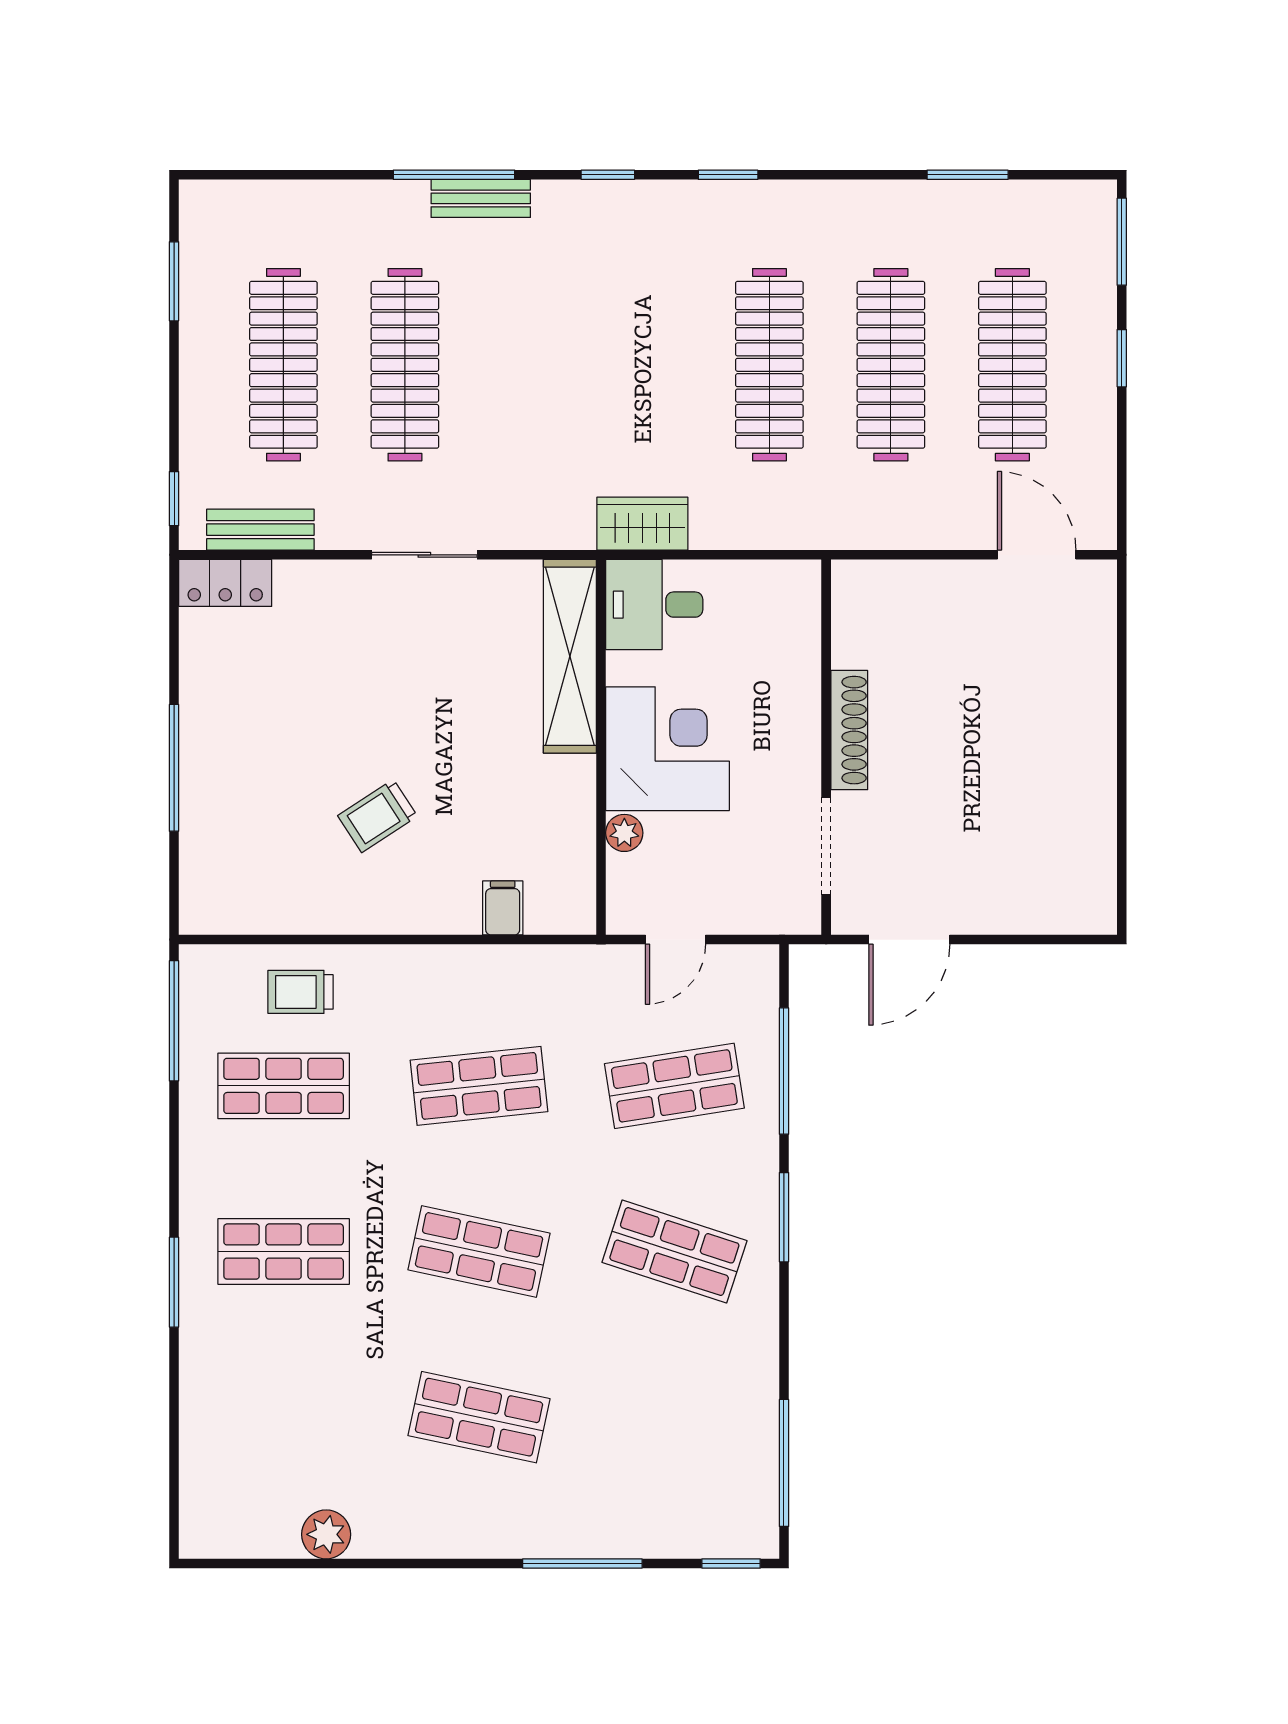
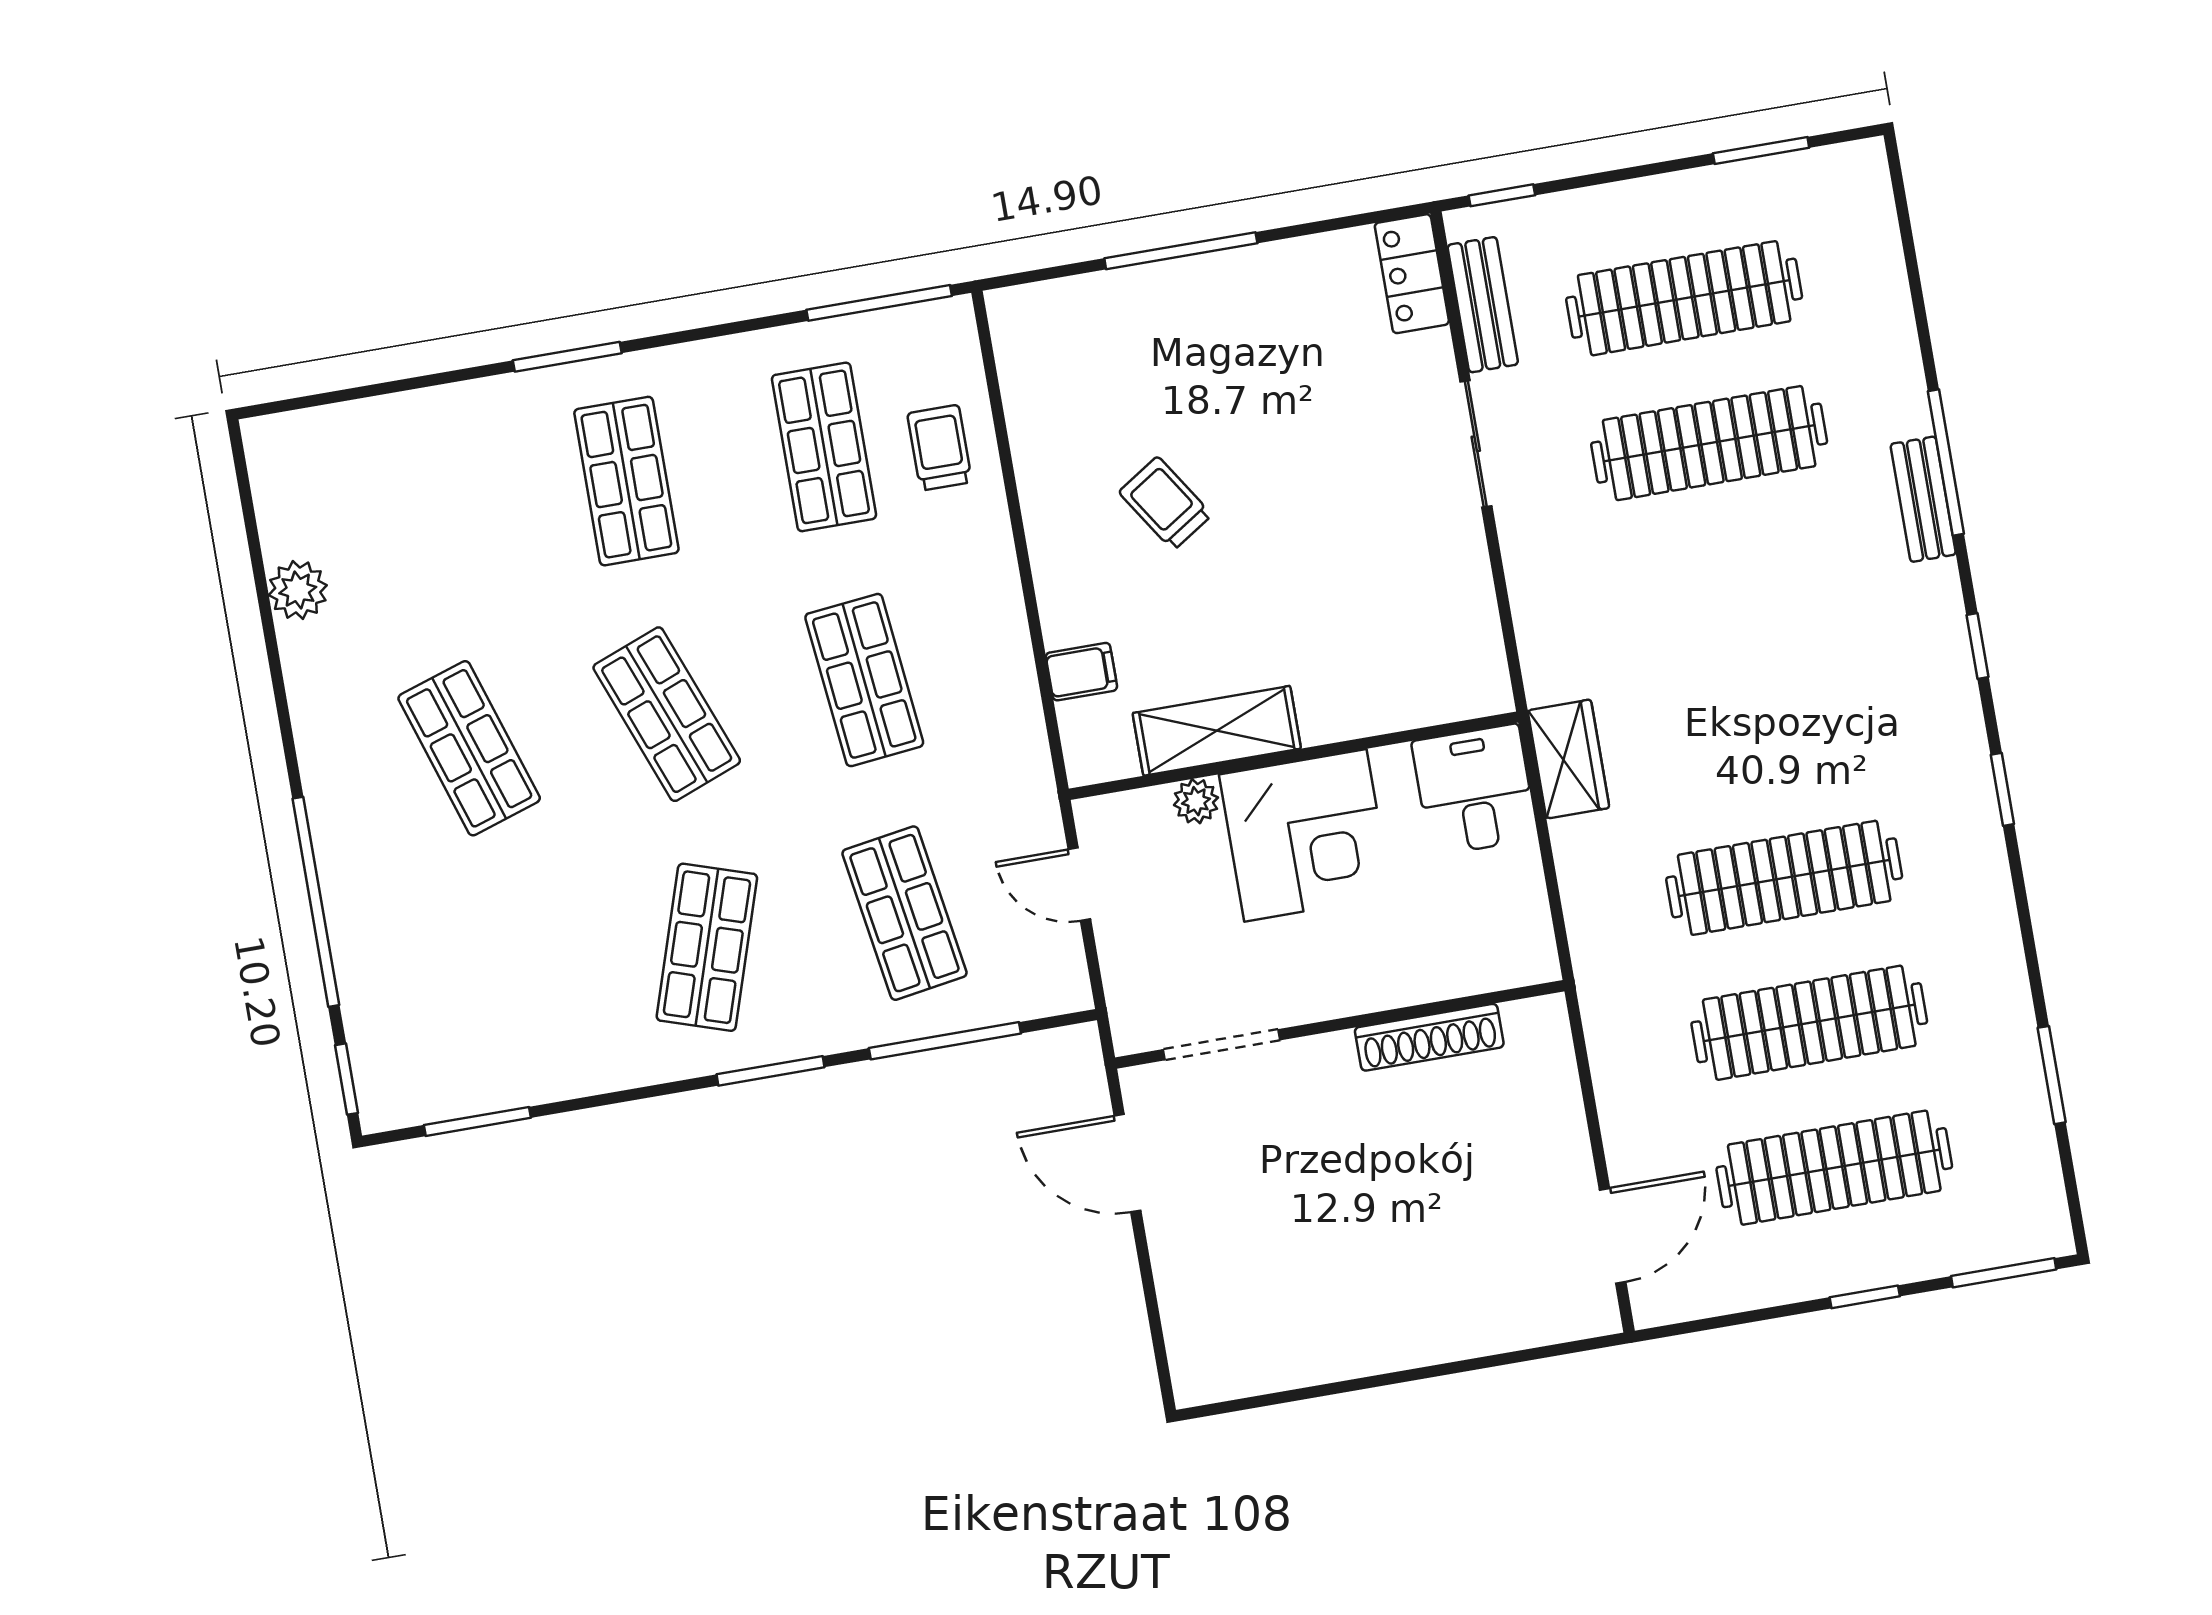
sliding door: (424, 555) -> (1476, 444), moved
shelving: (570, 656) -> (1217, 731), moved, width x0.68
shoe rack: (849, 730) -> (1429, 1037), moved
shop shelf: (479, 1252) -> (667, 714), turned -33
shop shelf: (479, 1417) -> (469, 748), turned -30
window: (784, 1463) -> (477, 1121), width x0.69
window: (582, 1564) -> (316, 902), width x1.46

